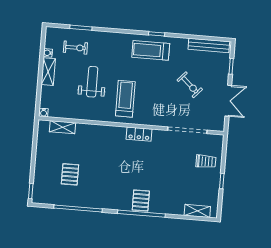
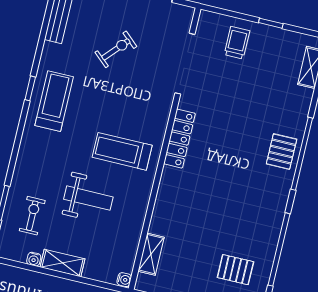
treadmill: (151, 50) -> (54, 101), turned 180
weight bench: (92, 82) -> (88, 198), turned 180
locker: (139, 134) -> (179, 139), width x1.53
pallet: (70, 174) -> (235, 270), moved
pallet: (141, 201) -> (282, 152), turned 90

